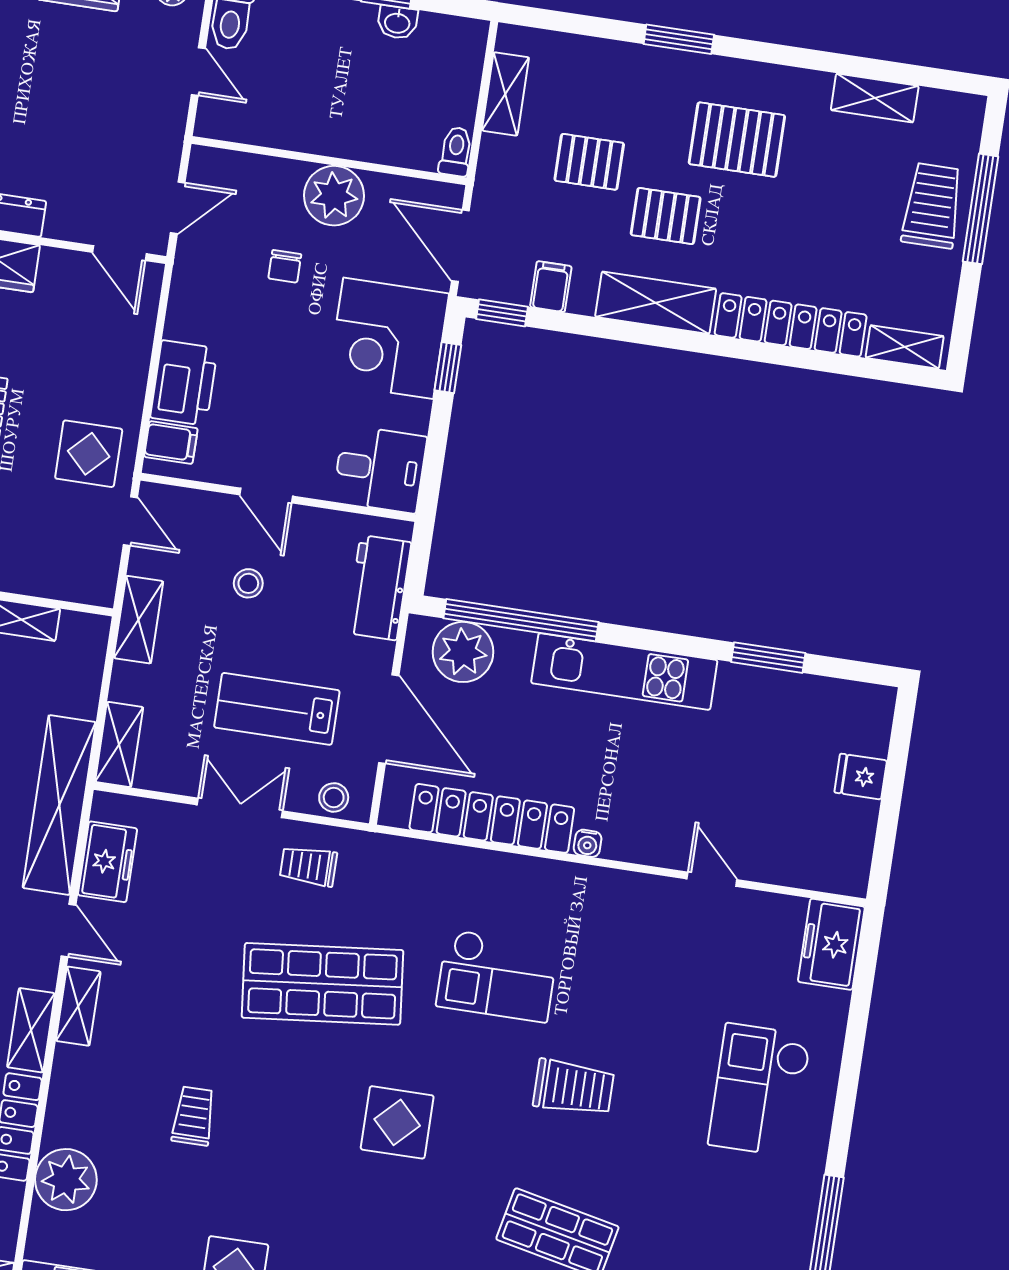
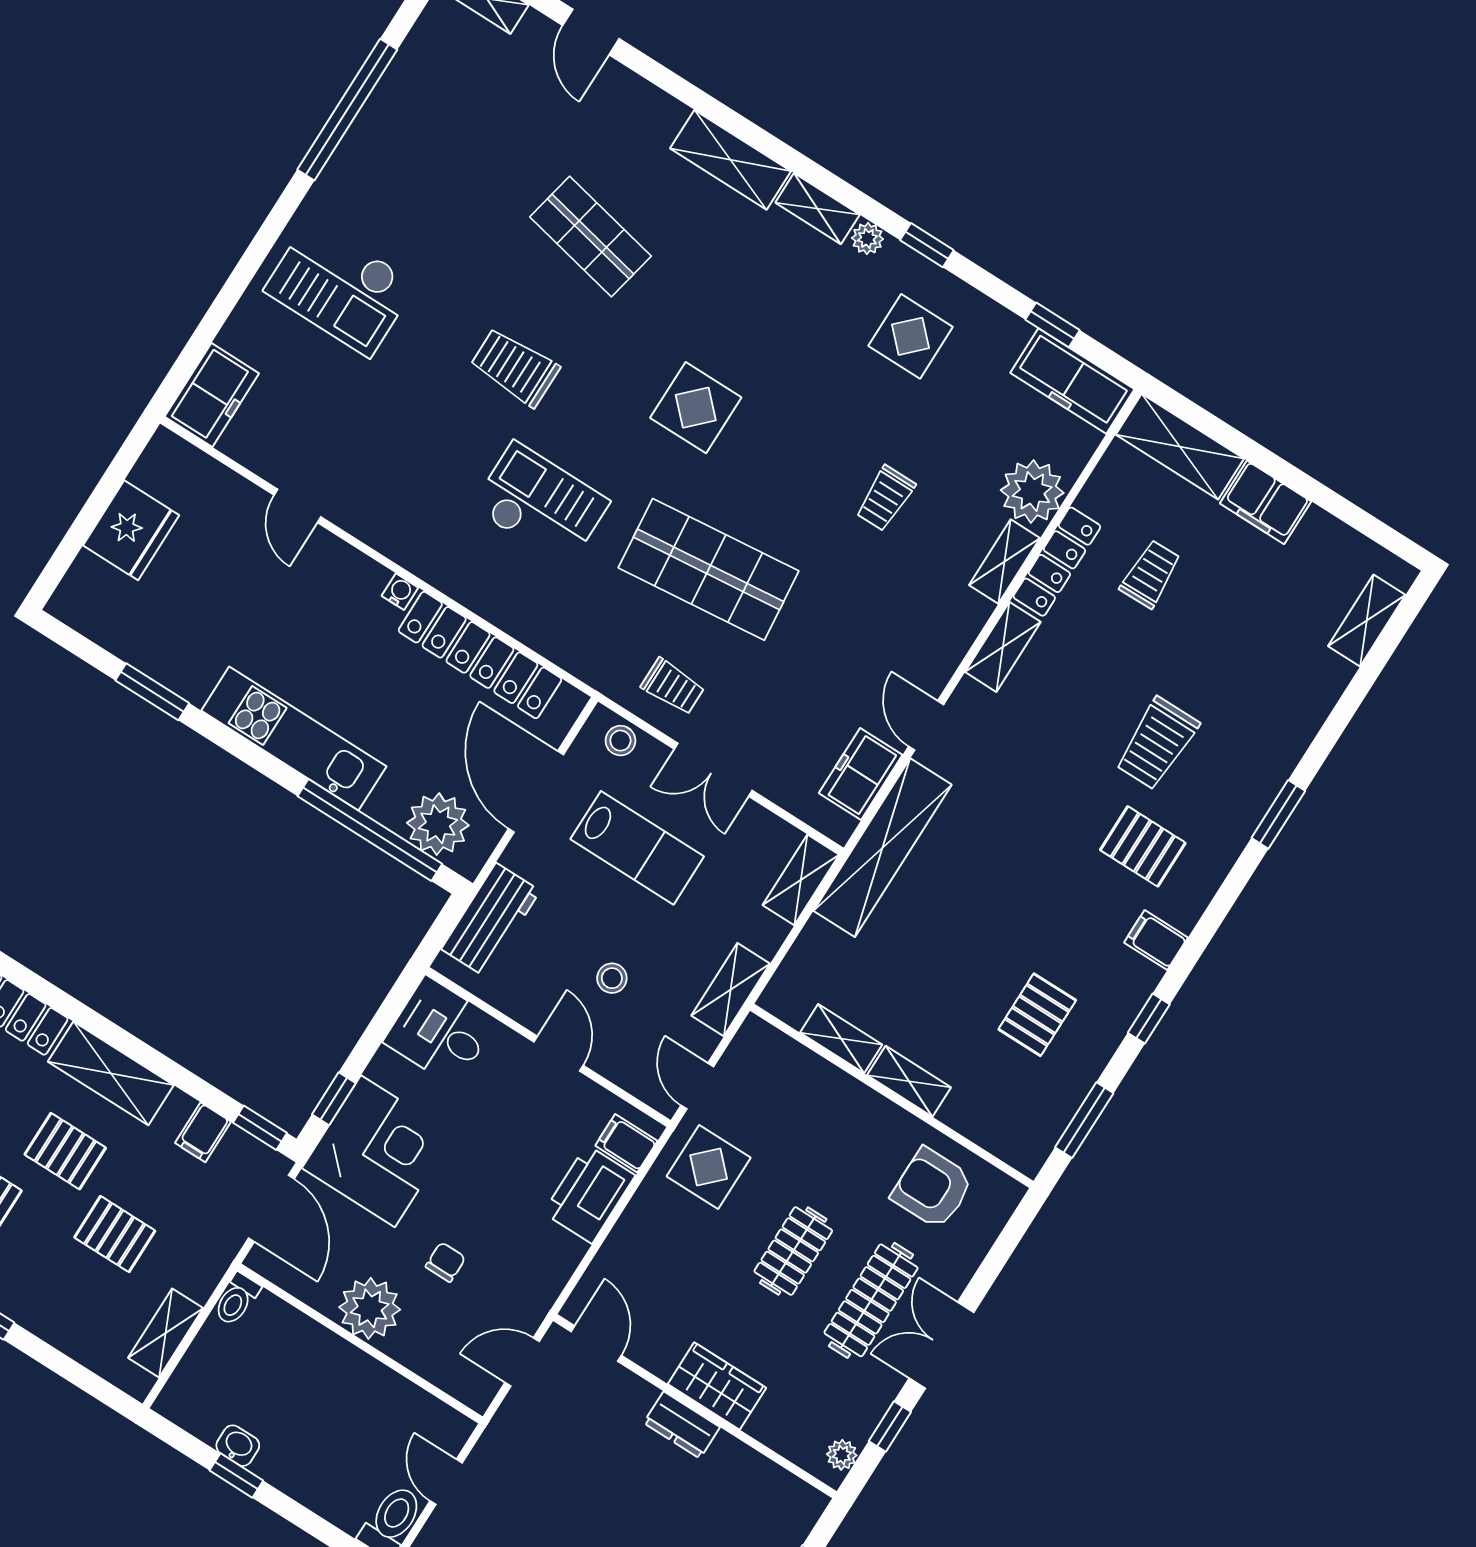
fridge: (861, 776) -> (131, 530), width x1.88, depth x1.34
shelving: (78, 1006) -> (1004, 562), moved
checkout: (760, 1090) -> (340, 287), turned 90

